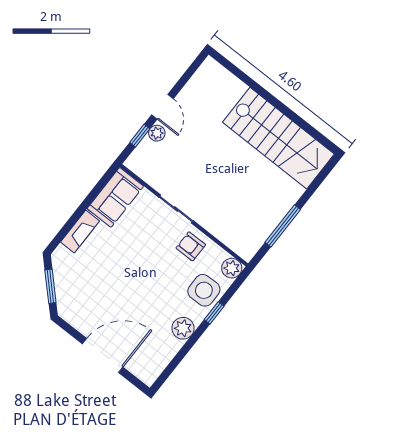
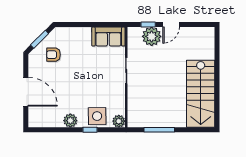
plant: (157, 133) -> (152, 36), width x1.88, depth x1.88
fireplace: (80, 231) -> (78, 32), removed
armchair: (191, 246) -> (53, 55), moved, turned -90

